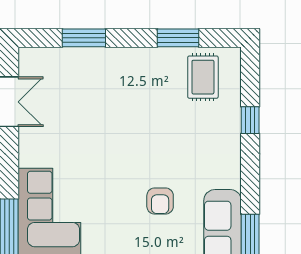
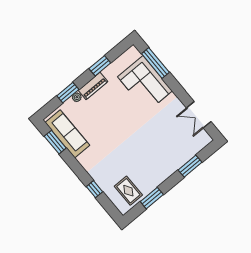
armchair: (160, 201) -> (104, 126), removed

